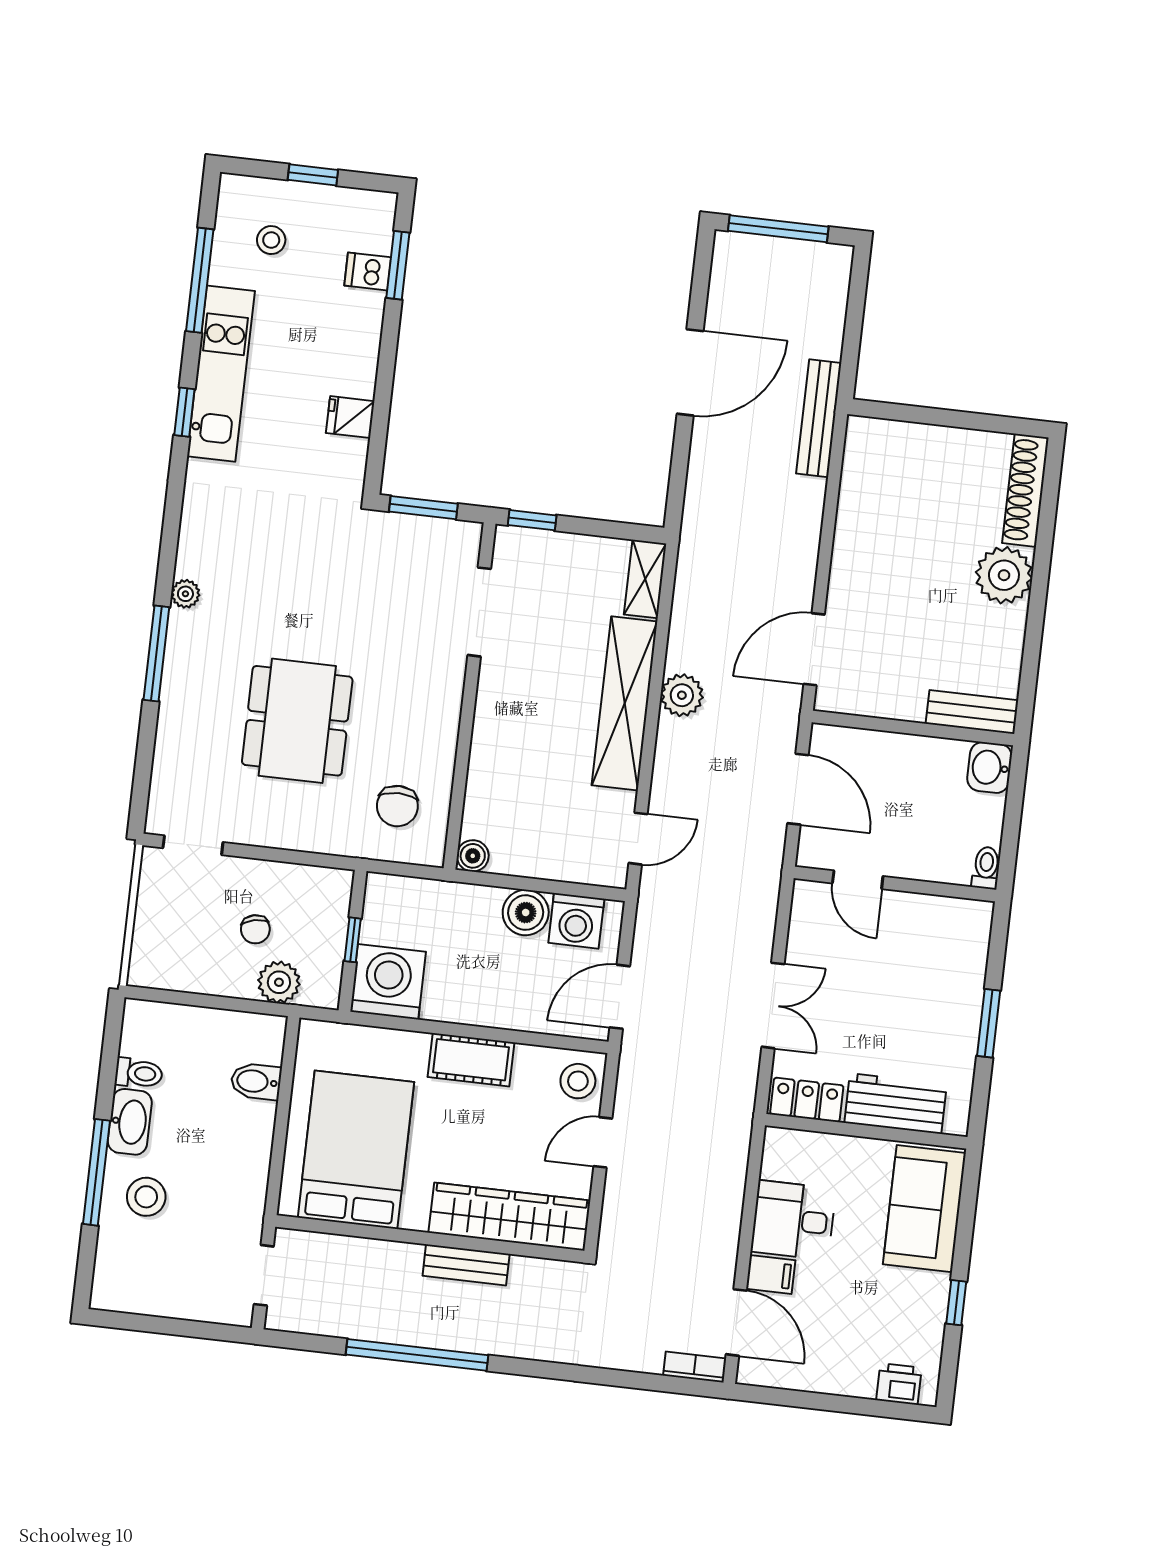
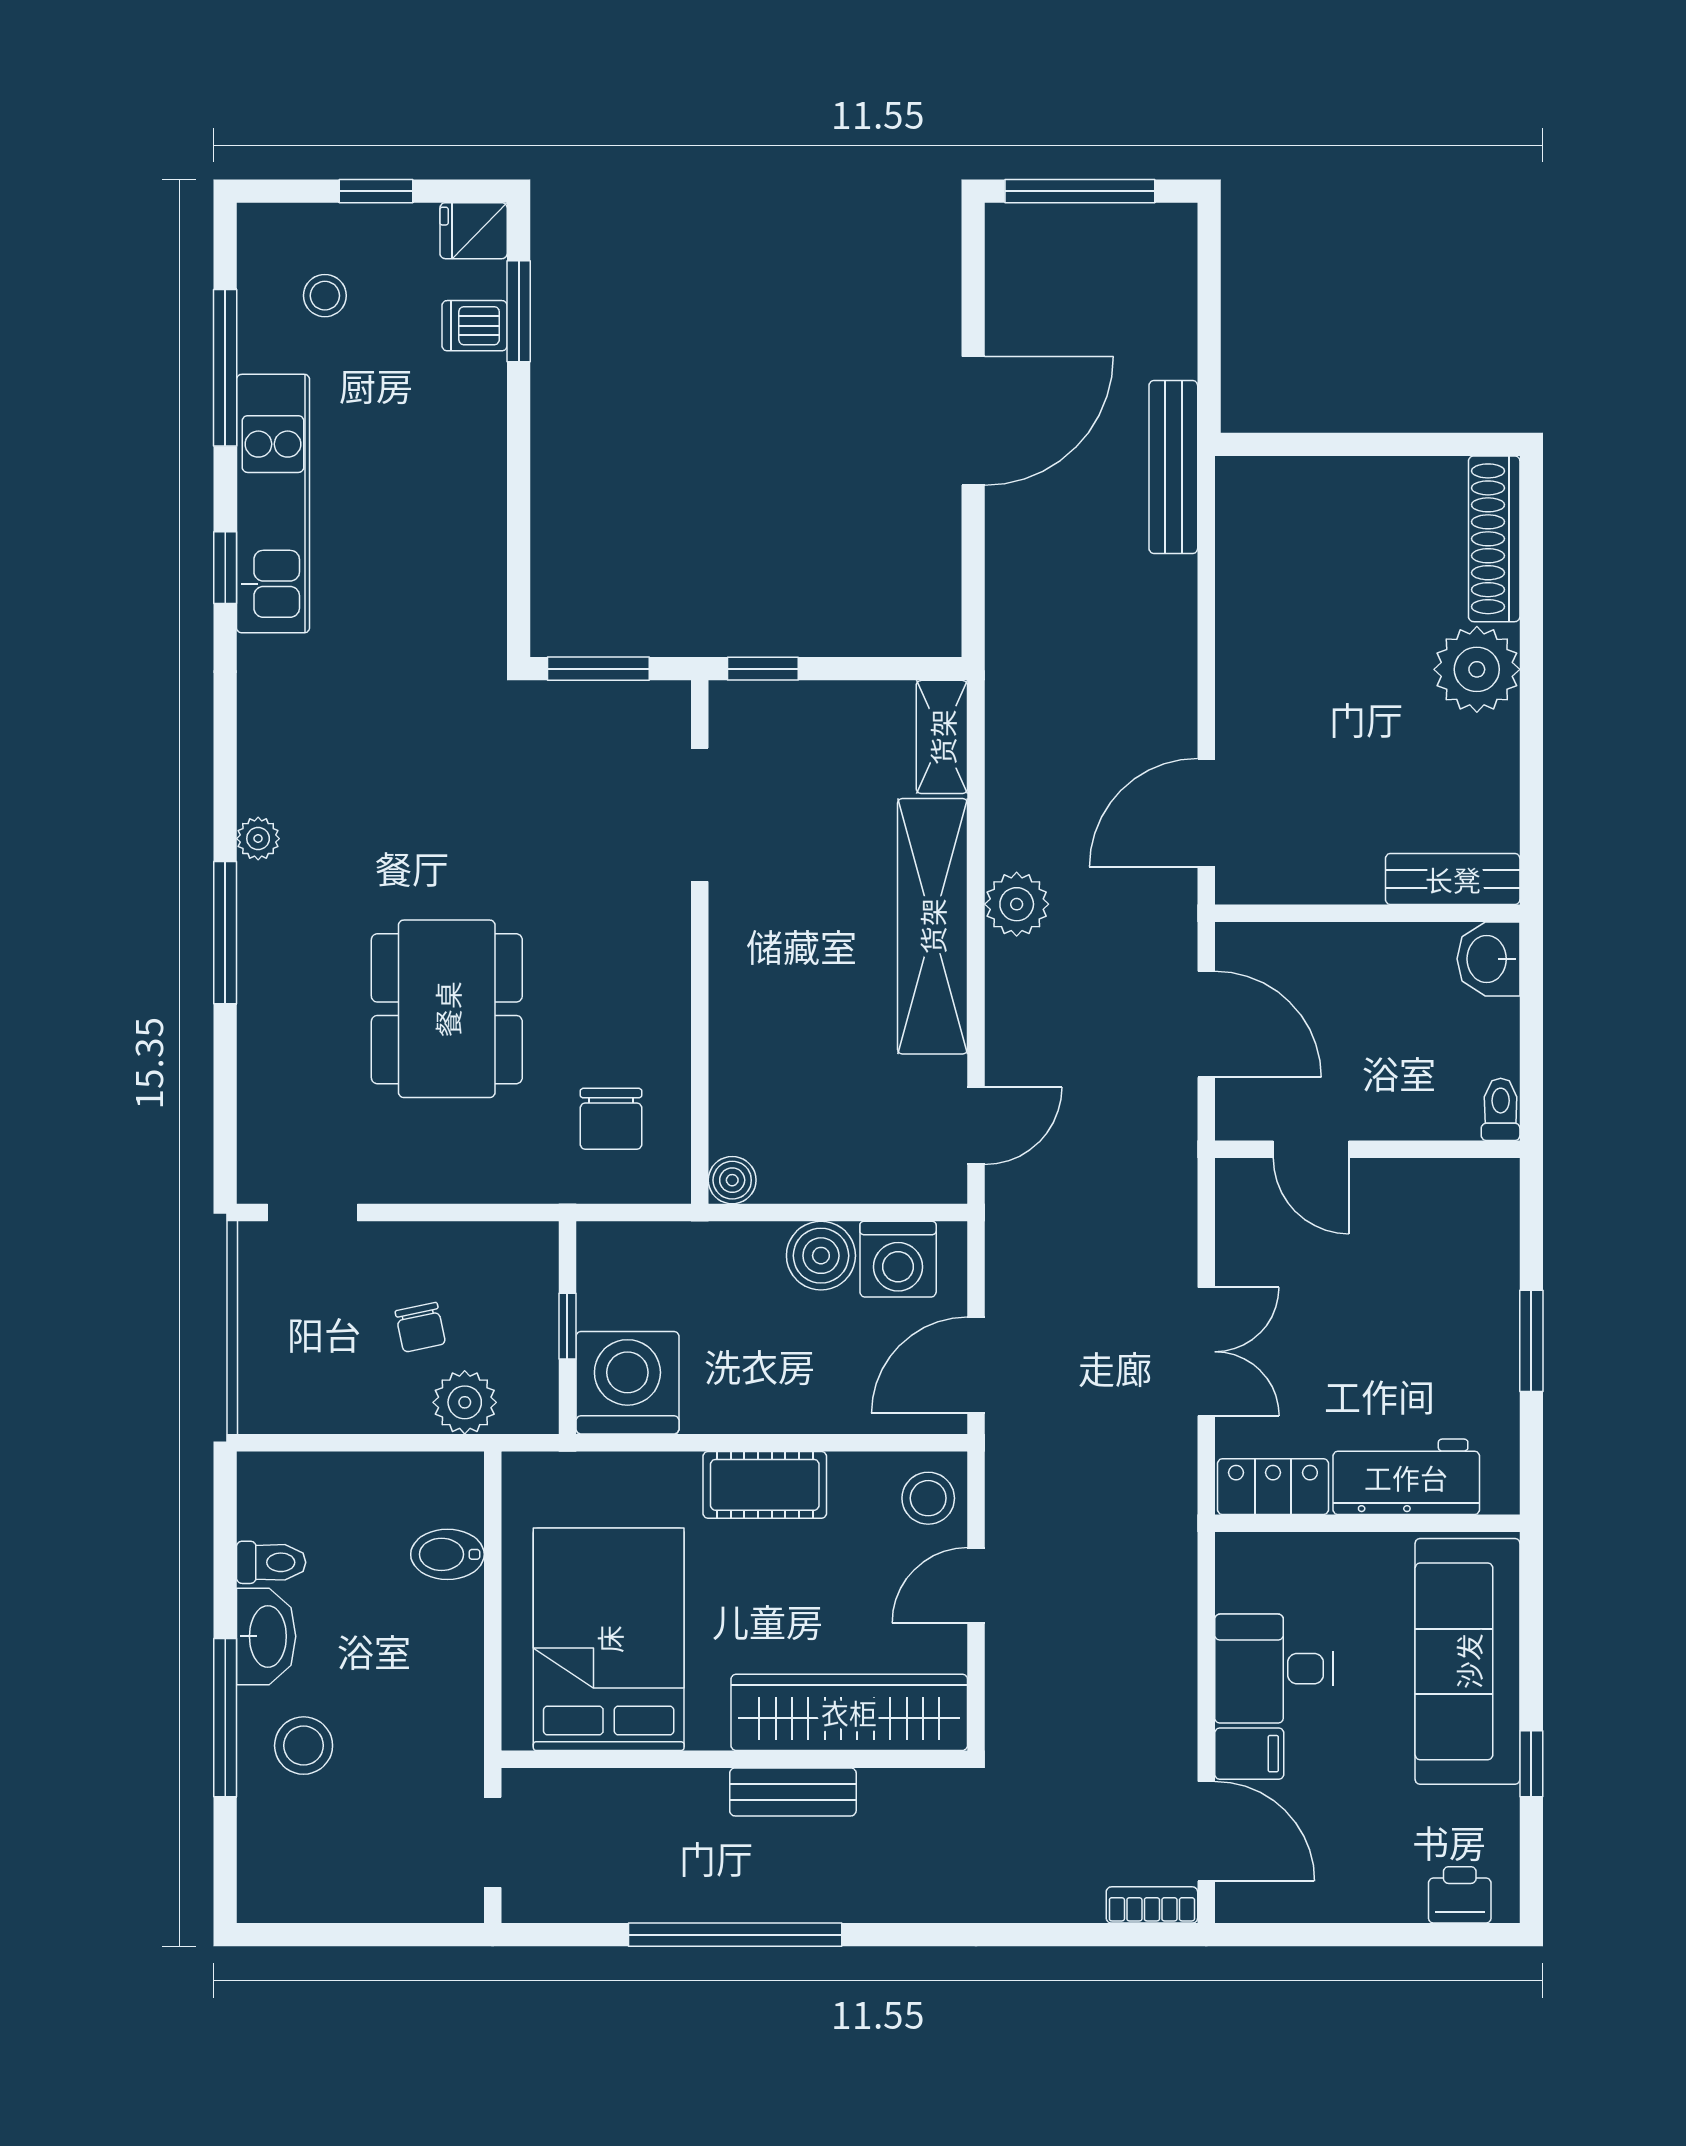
fridge: (350, 417) -> (474, 231), moved
sofa: (924, 1209) -> (1468, 1661), width x1.36

